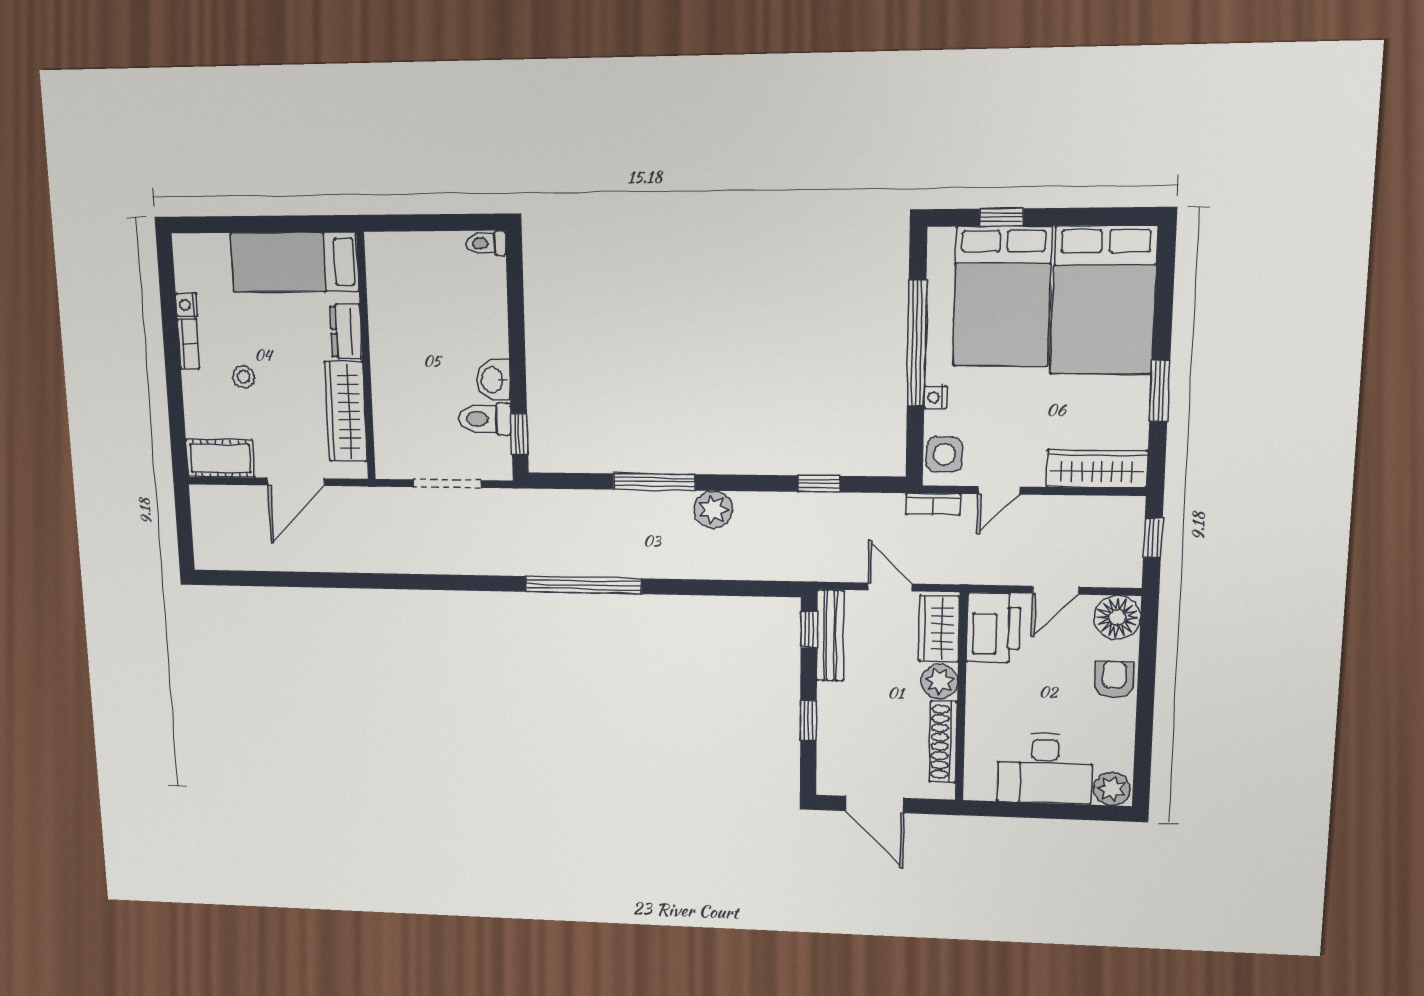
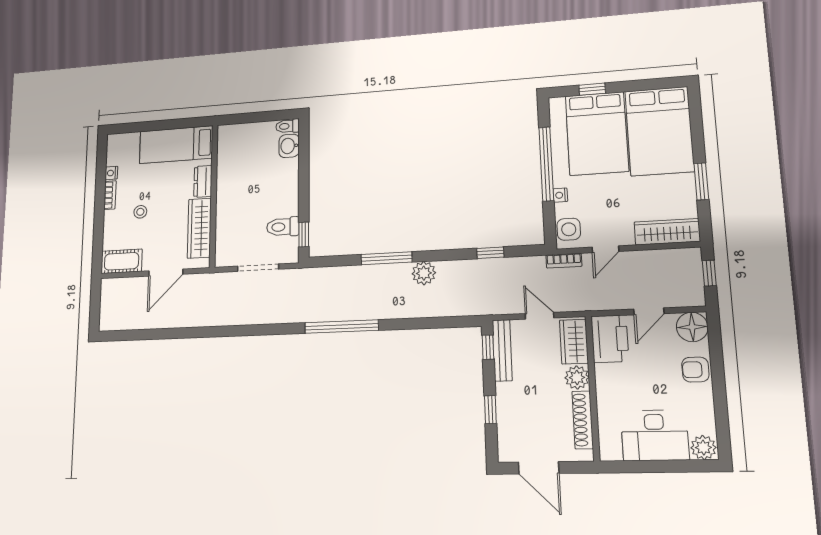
washbasin: (493, 380) -> (289, 146), moved
armchair: (1114, 680) -> (695, 370), turned -90

